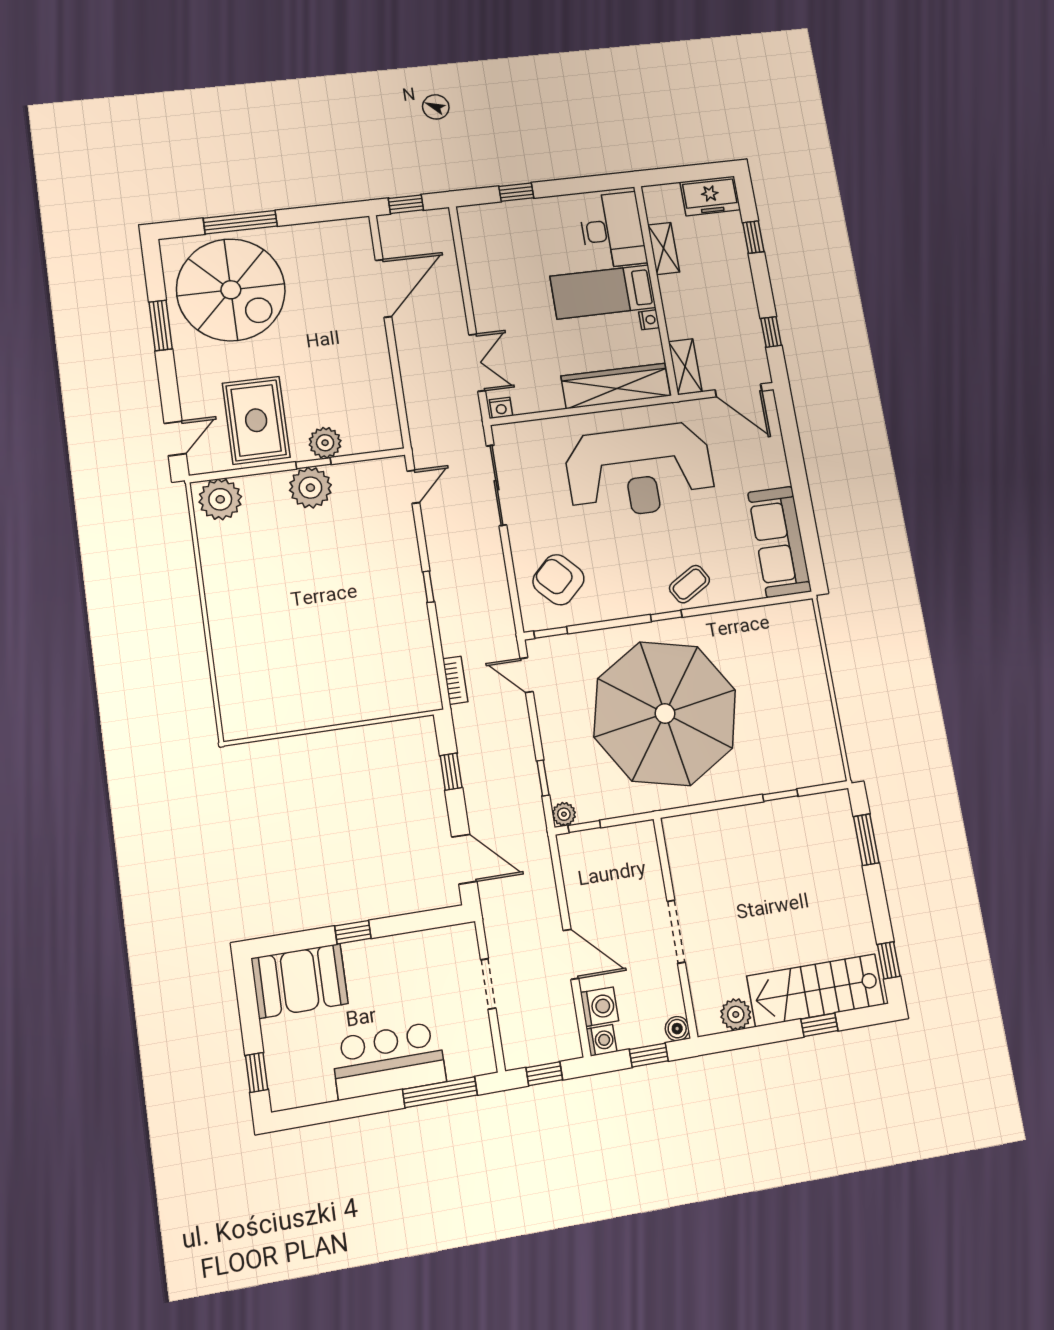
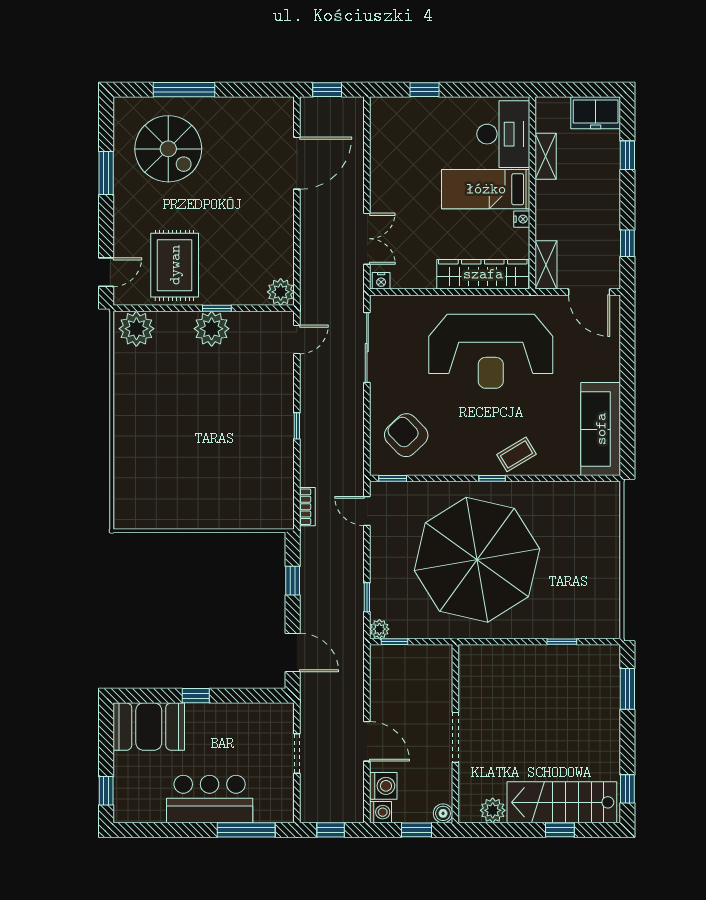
spiral stairs: (231, 290) -> (168, 149), width x0.73, depth x0.73
plant: (325, 443) -> (281, 292), moved

